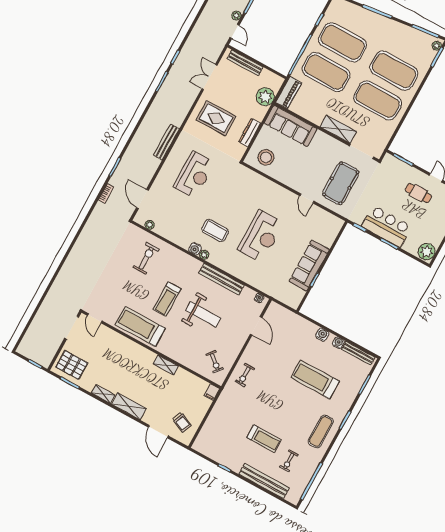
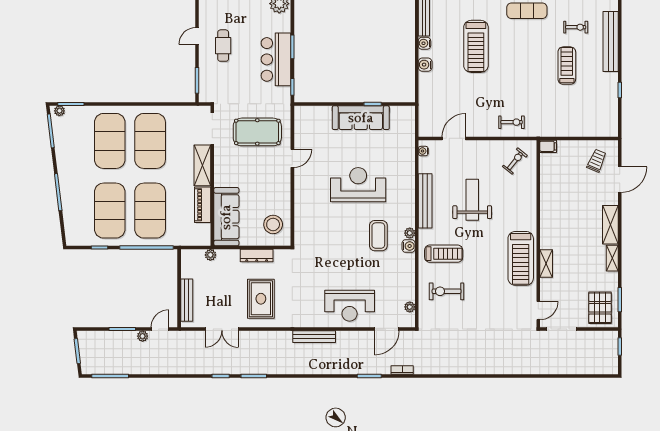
piano: (289, 93) -> (203, 205), moved, turned -90
plant: (265, 97) -> (210, 255), width x0.53, depth x0.53
reception desk: (194, 175) -> (350, 306), moved, turned 180
treadmill: (167, 299) -> (444, 254), moved
shelving: (166, 365) -> (546, 263), moved

